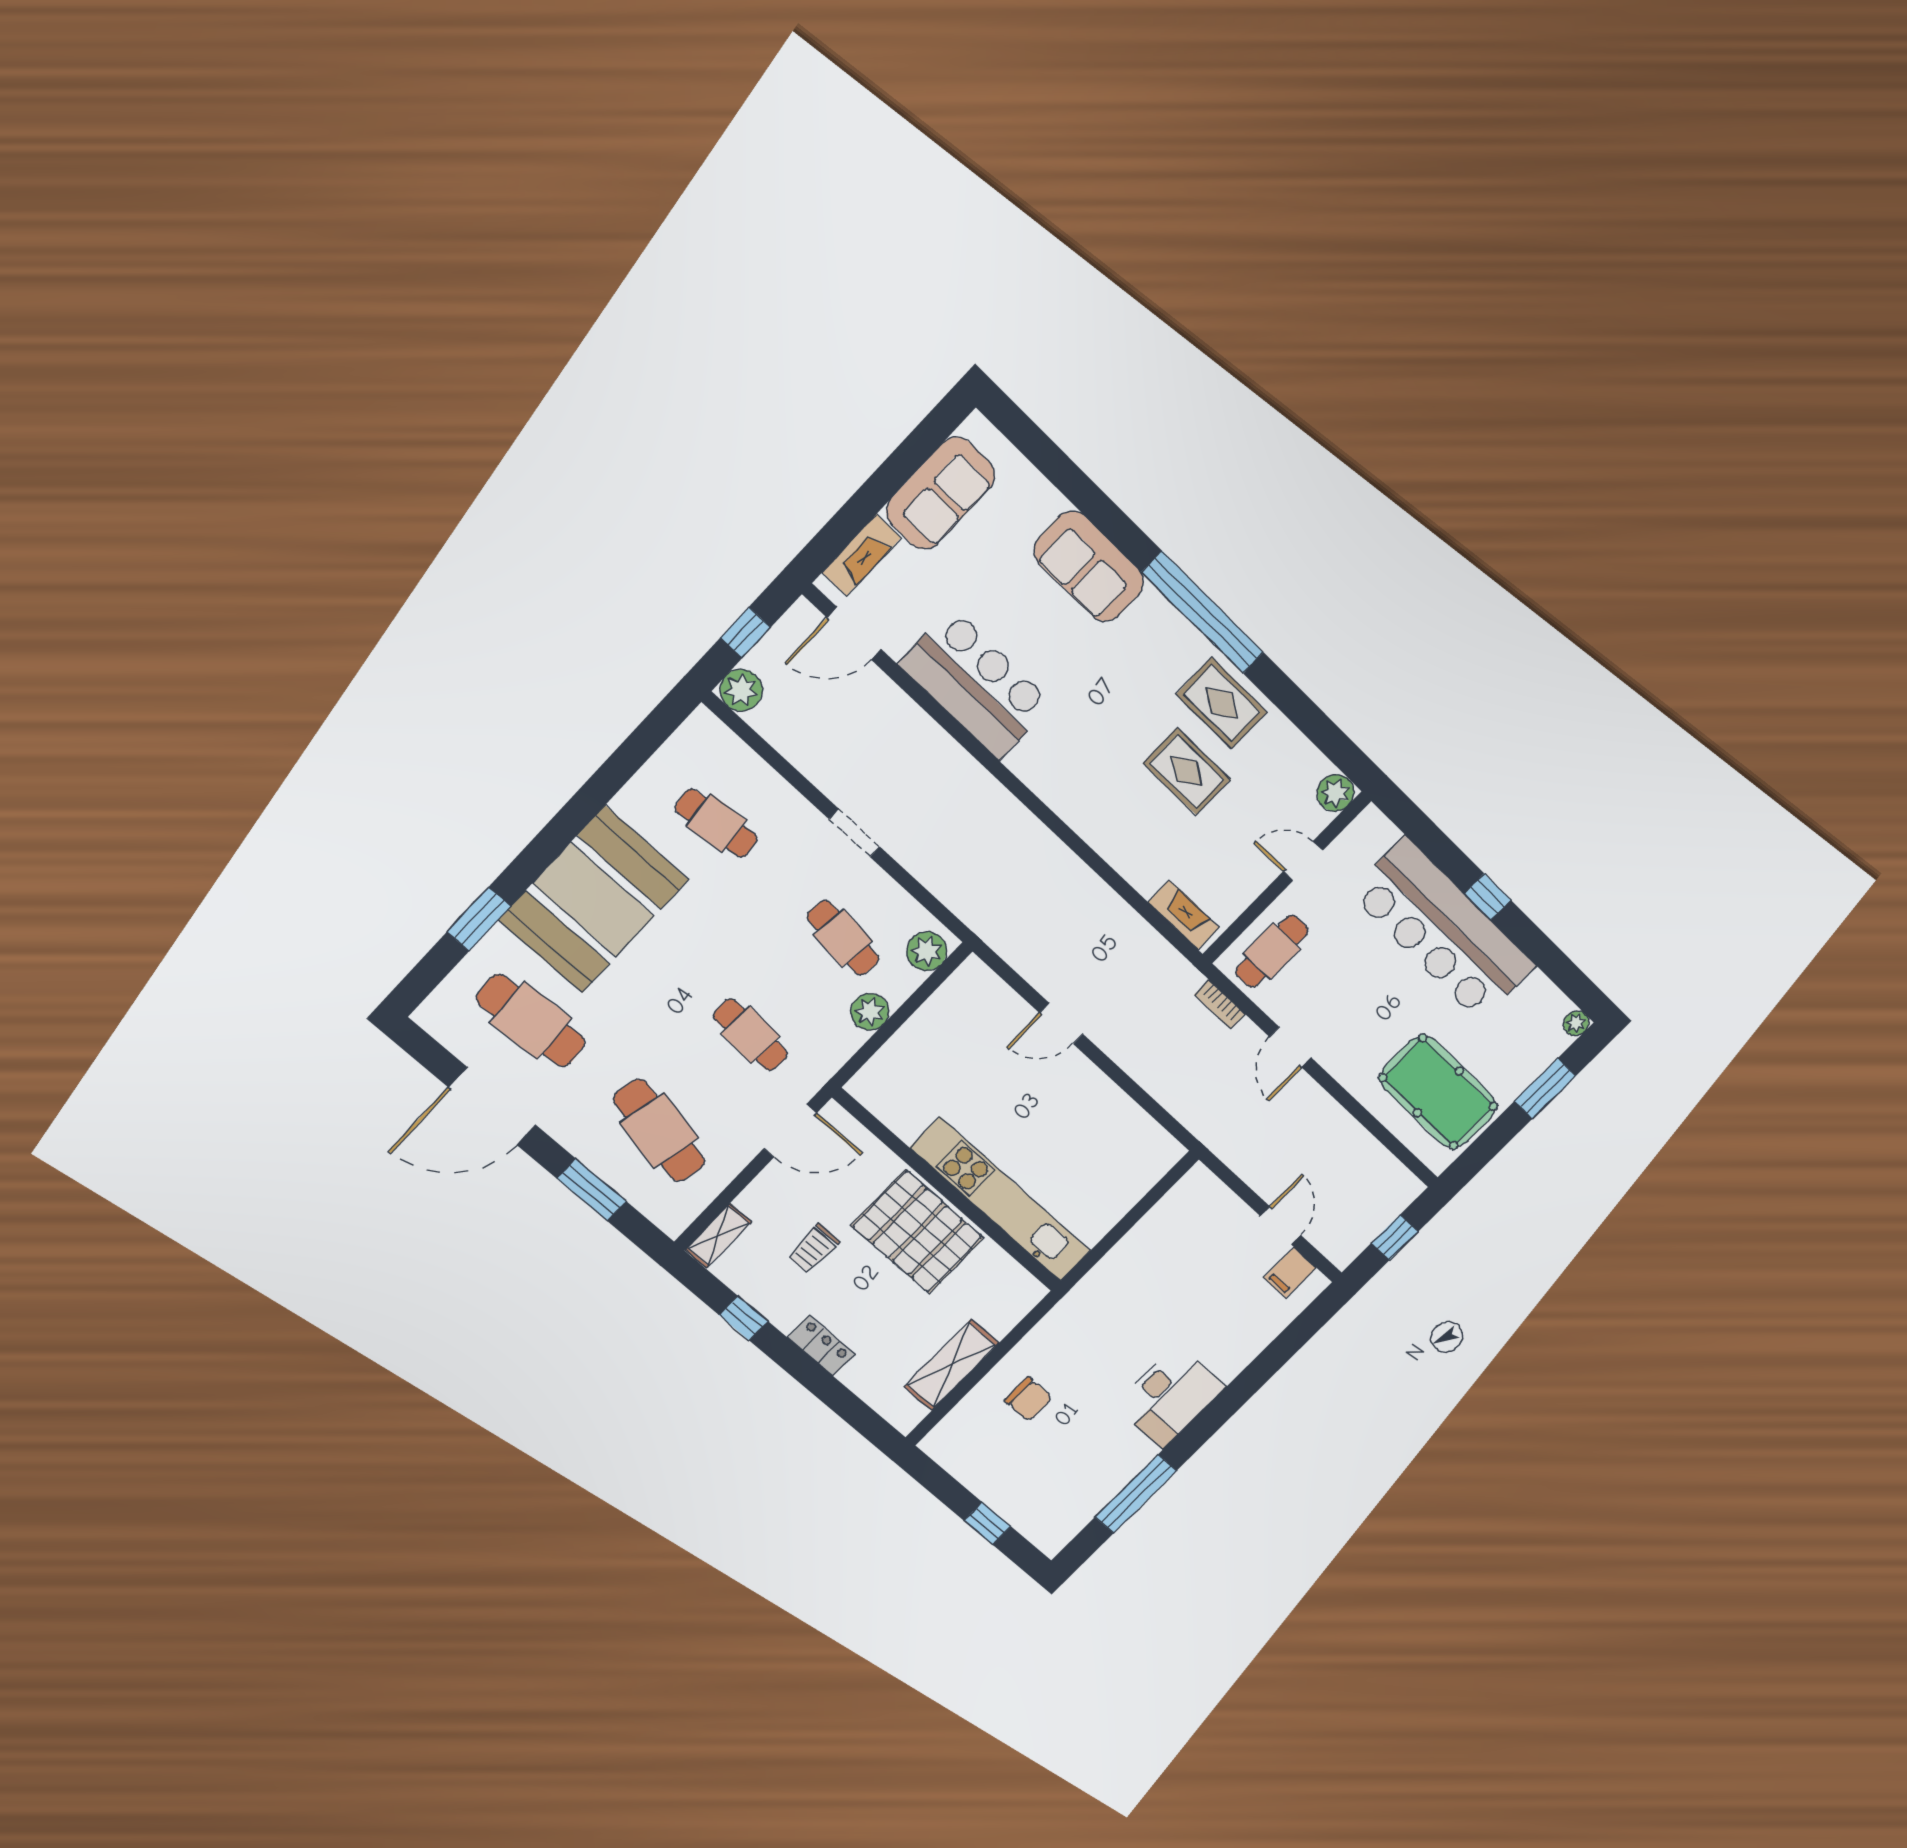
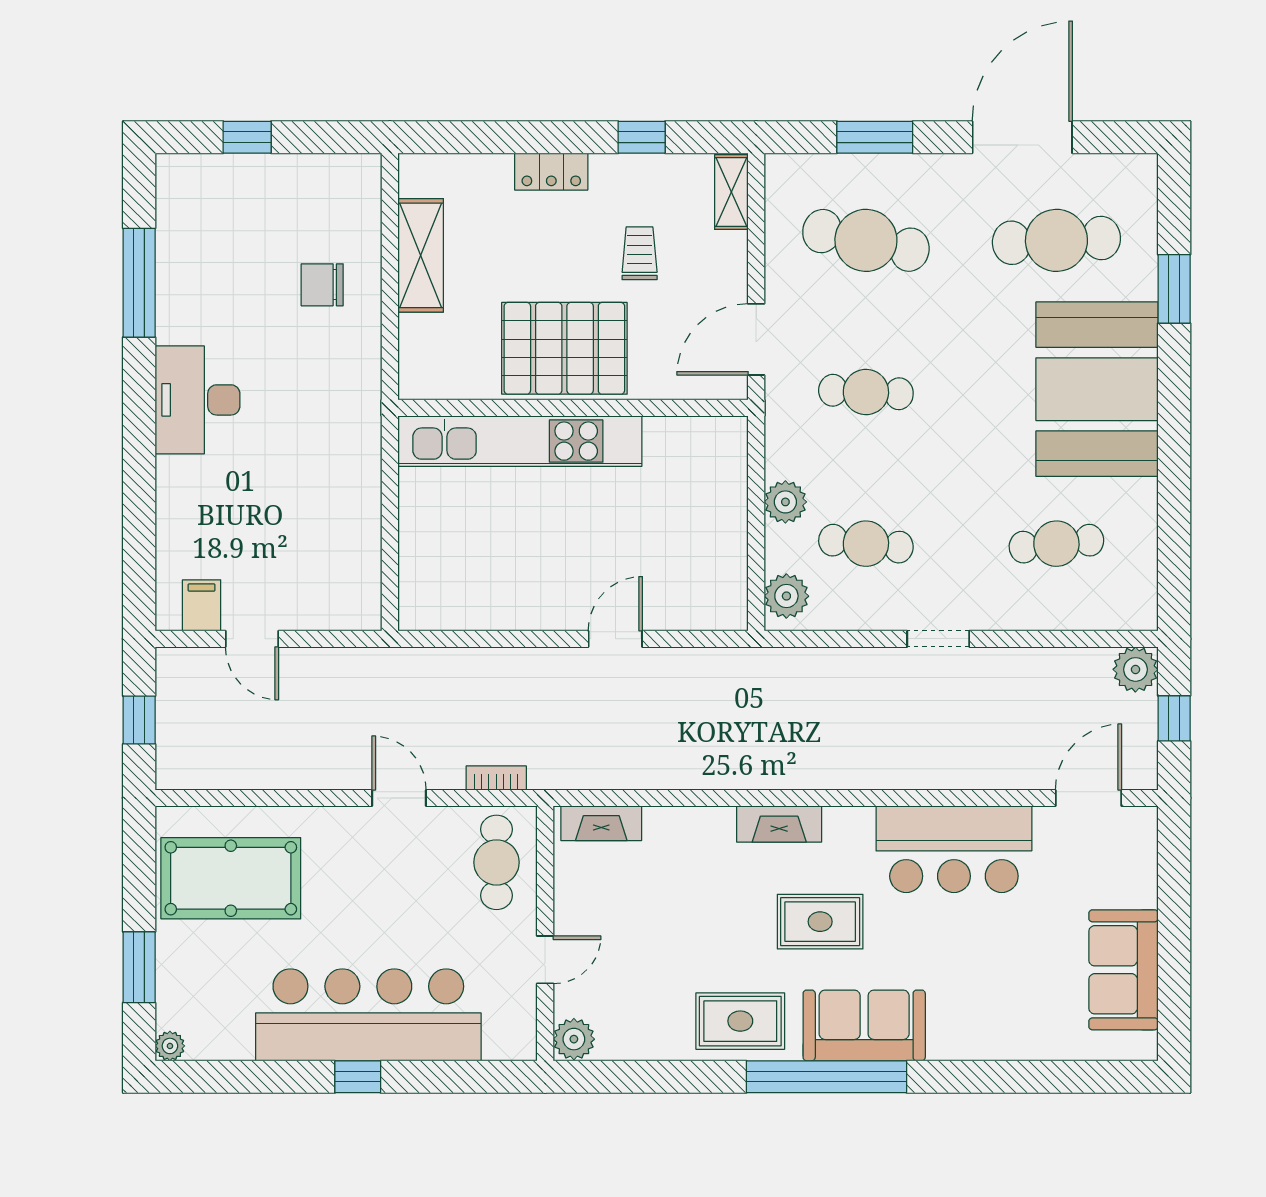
fireplace: (861, 555) -> (779, 824), moved, turned -90
sofa: (1089, 566) -> (864, 1025), moved
rug: (1187, 771) -> (820, 922), moved

